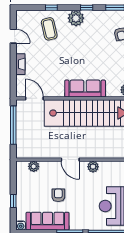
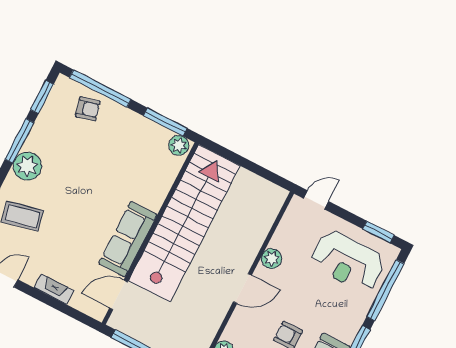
window: (87, 8) -> (19, 141), width x2.17
sofa: (85, 89) -> (128, 239), moved

